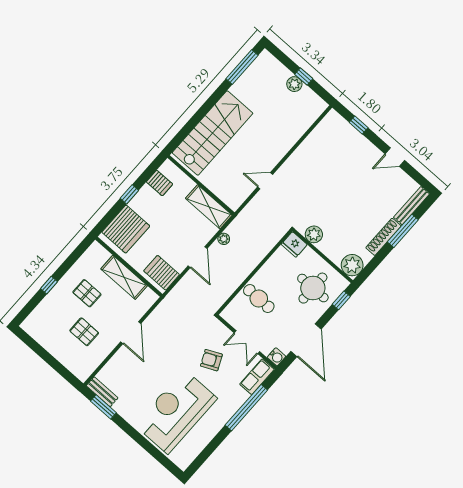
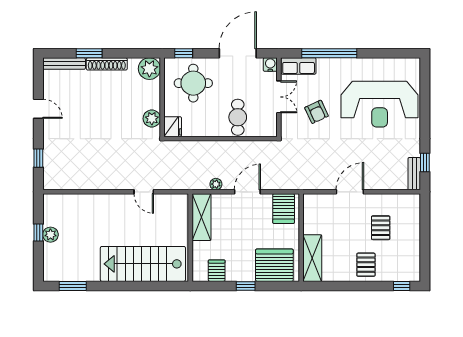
window: (242, 67) -> (73, 286), width x0.69
window: (403, 231) -> (89, 53), width x0.69
shelving: (124, 277) -> (312, 258), moved
window: (49, 285) -> (402, 286), moved
pallet: (87, 293) -> (366, 265), moved
window: (103, 407) -> (425, 163), width x0.67

